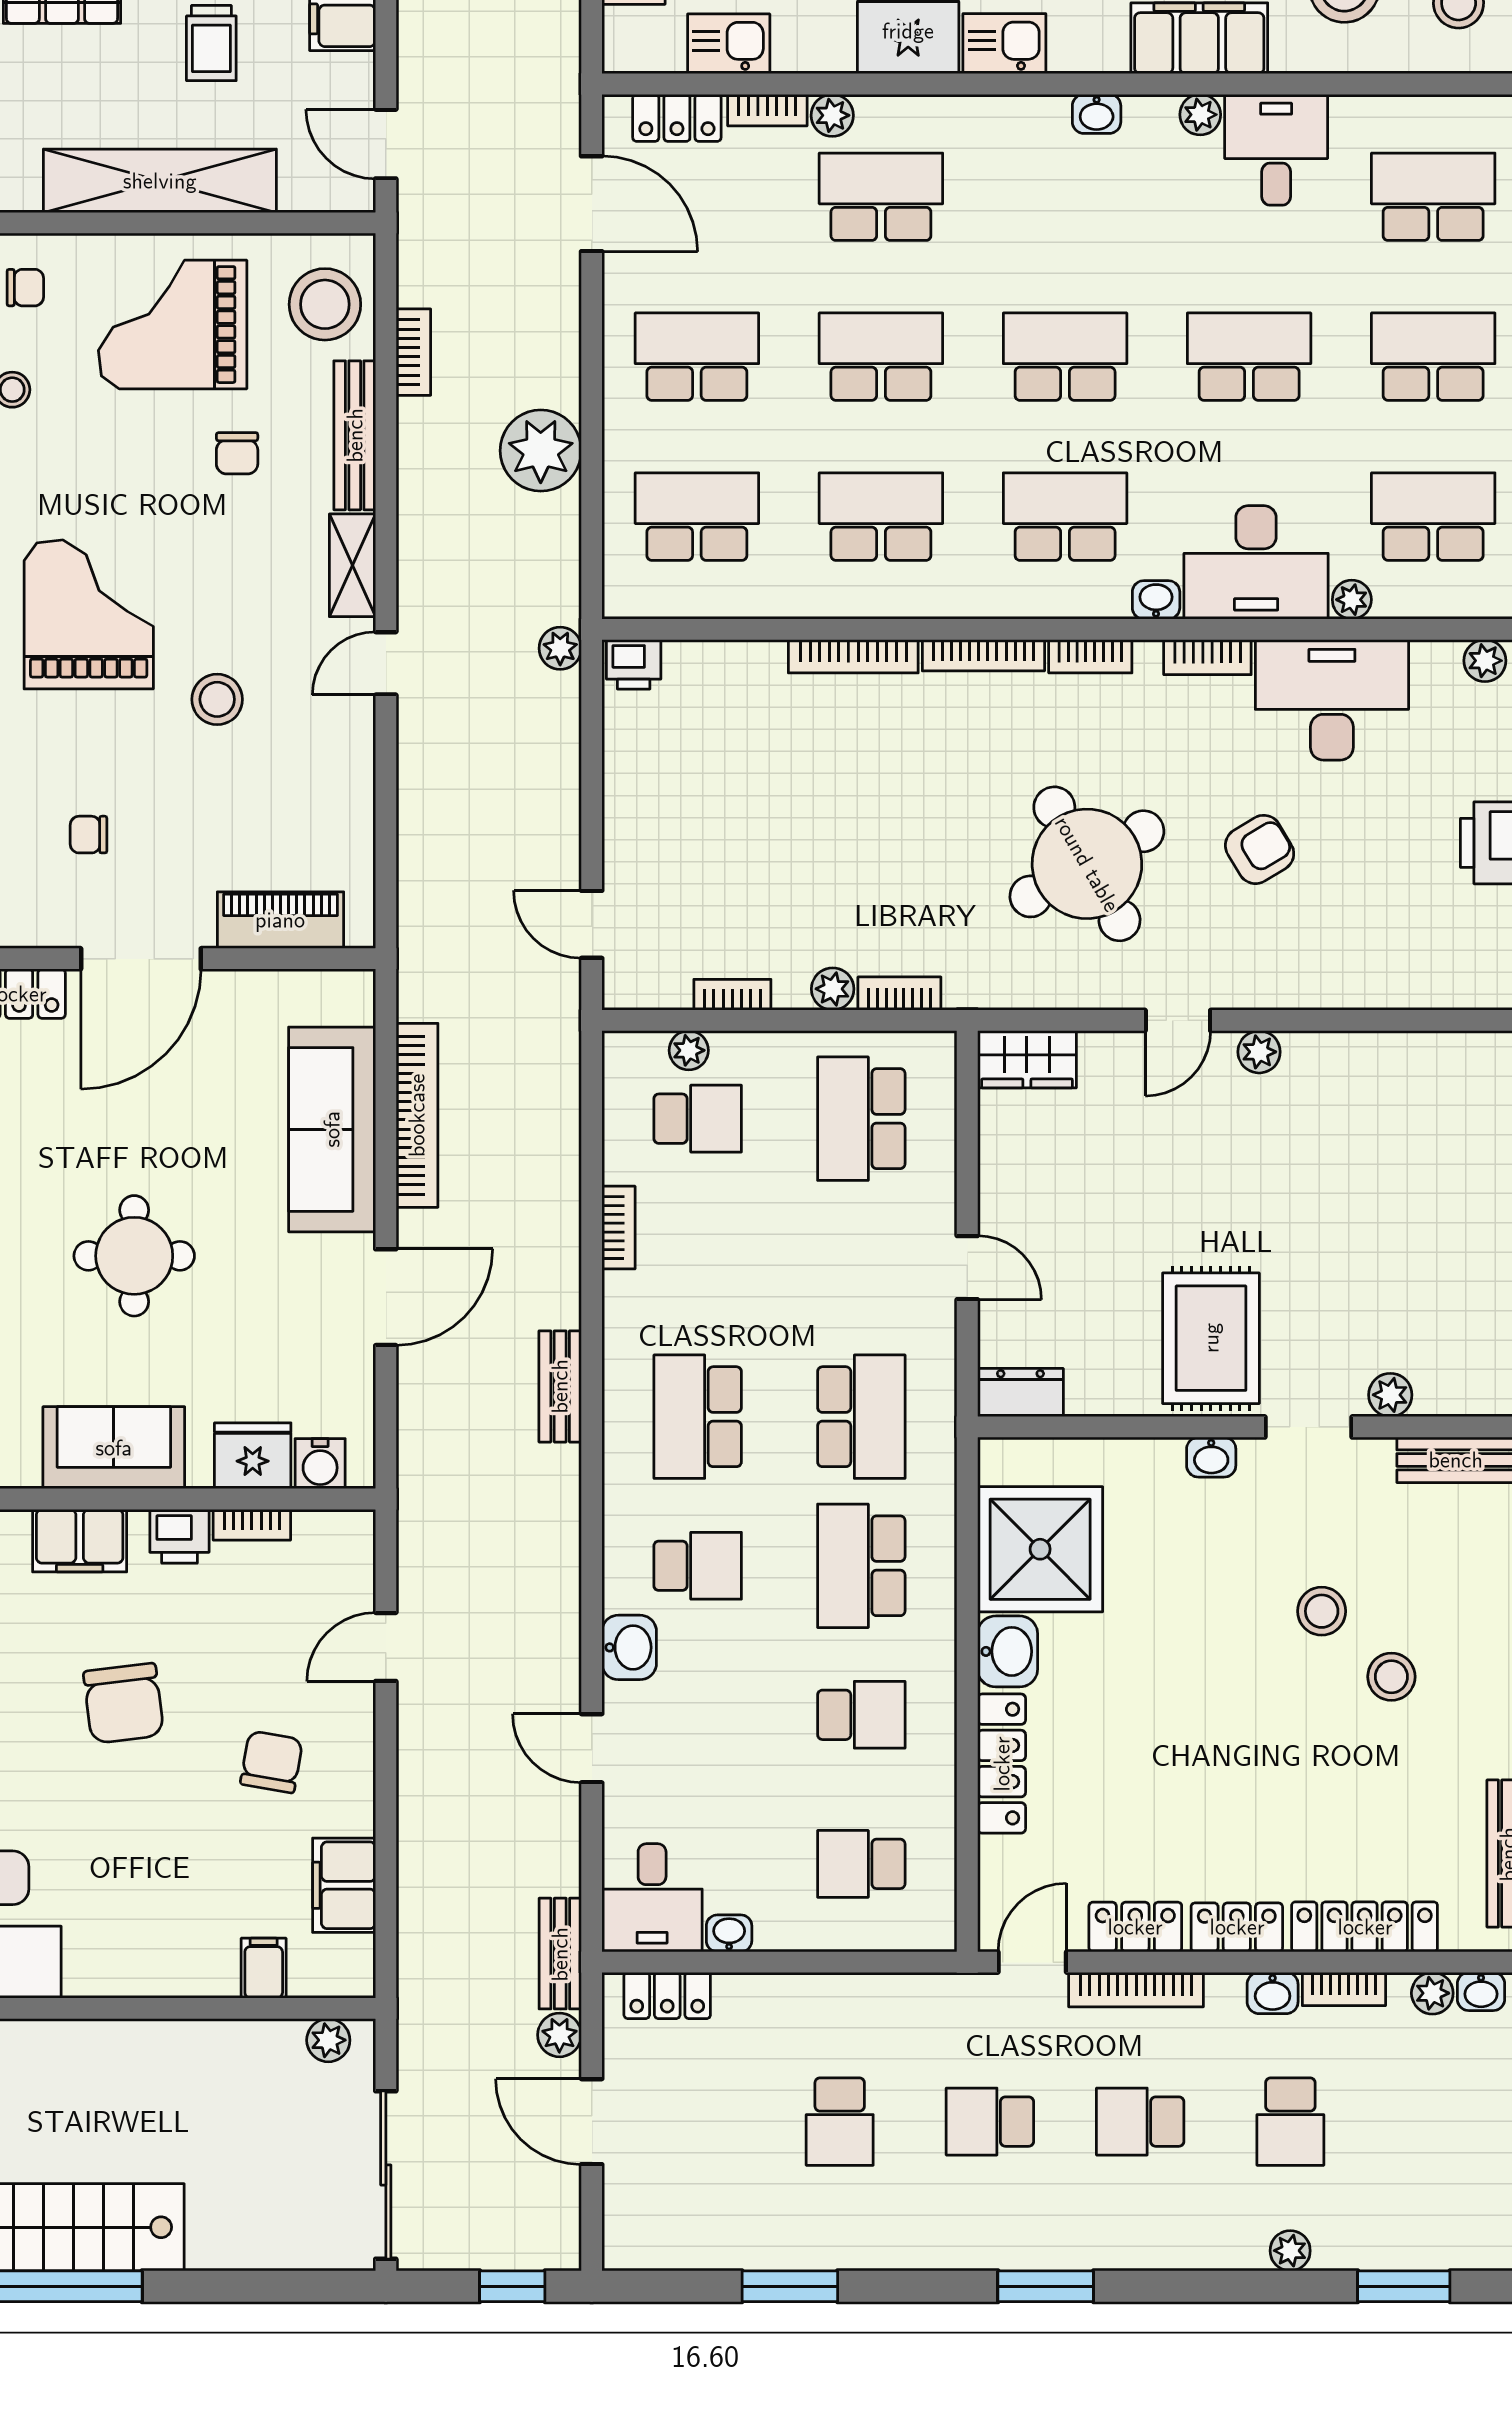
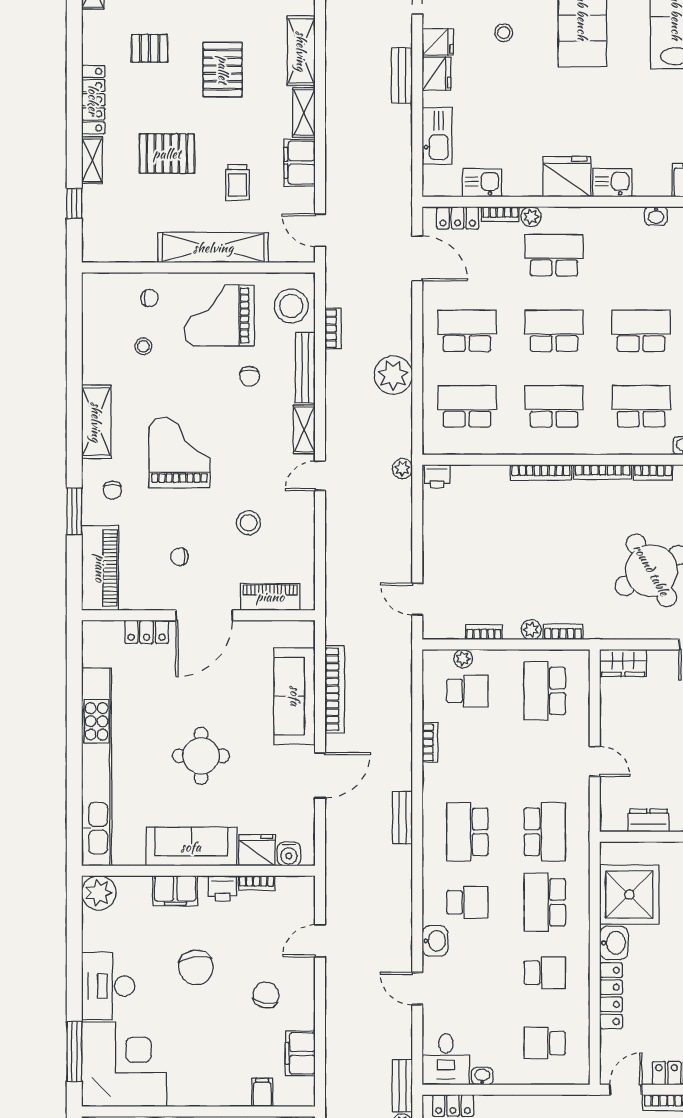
stool: (217, 699) -> (249, 523), moved
dresser: (1020, 1393) -> (648, 820), moved
sofa: (114, 1448) -> (191, 847), width x1.36

